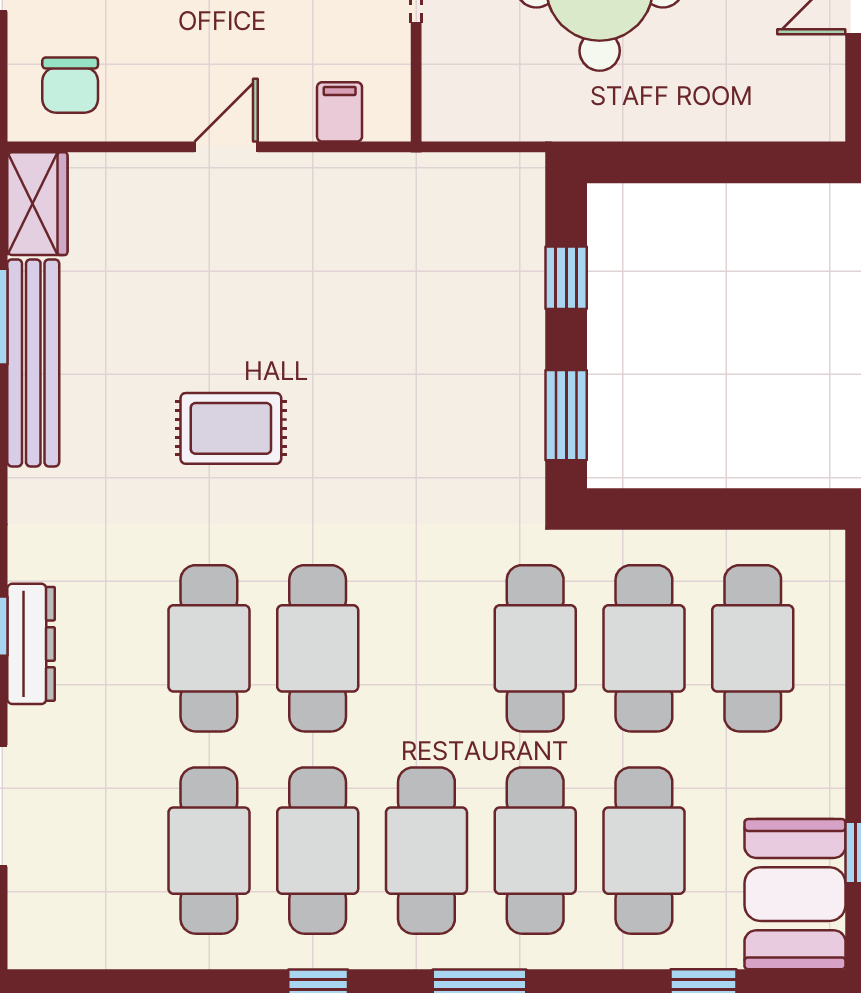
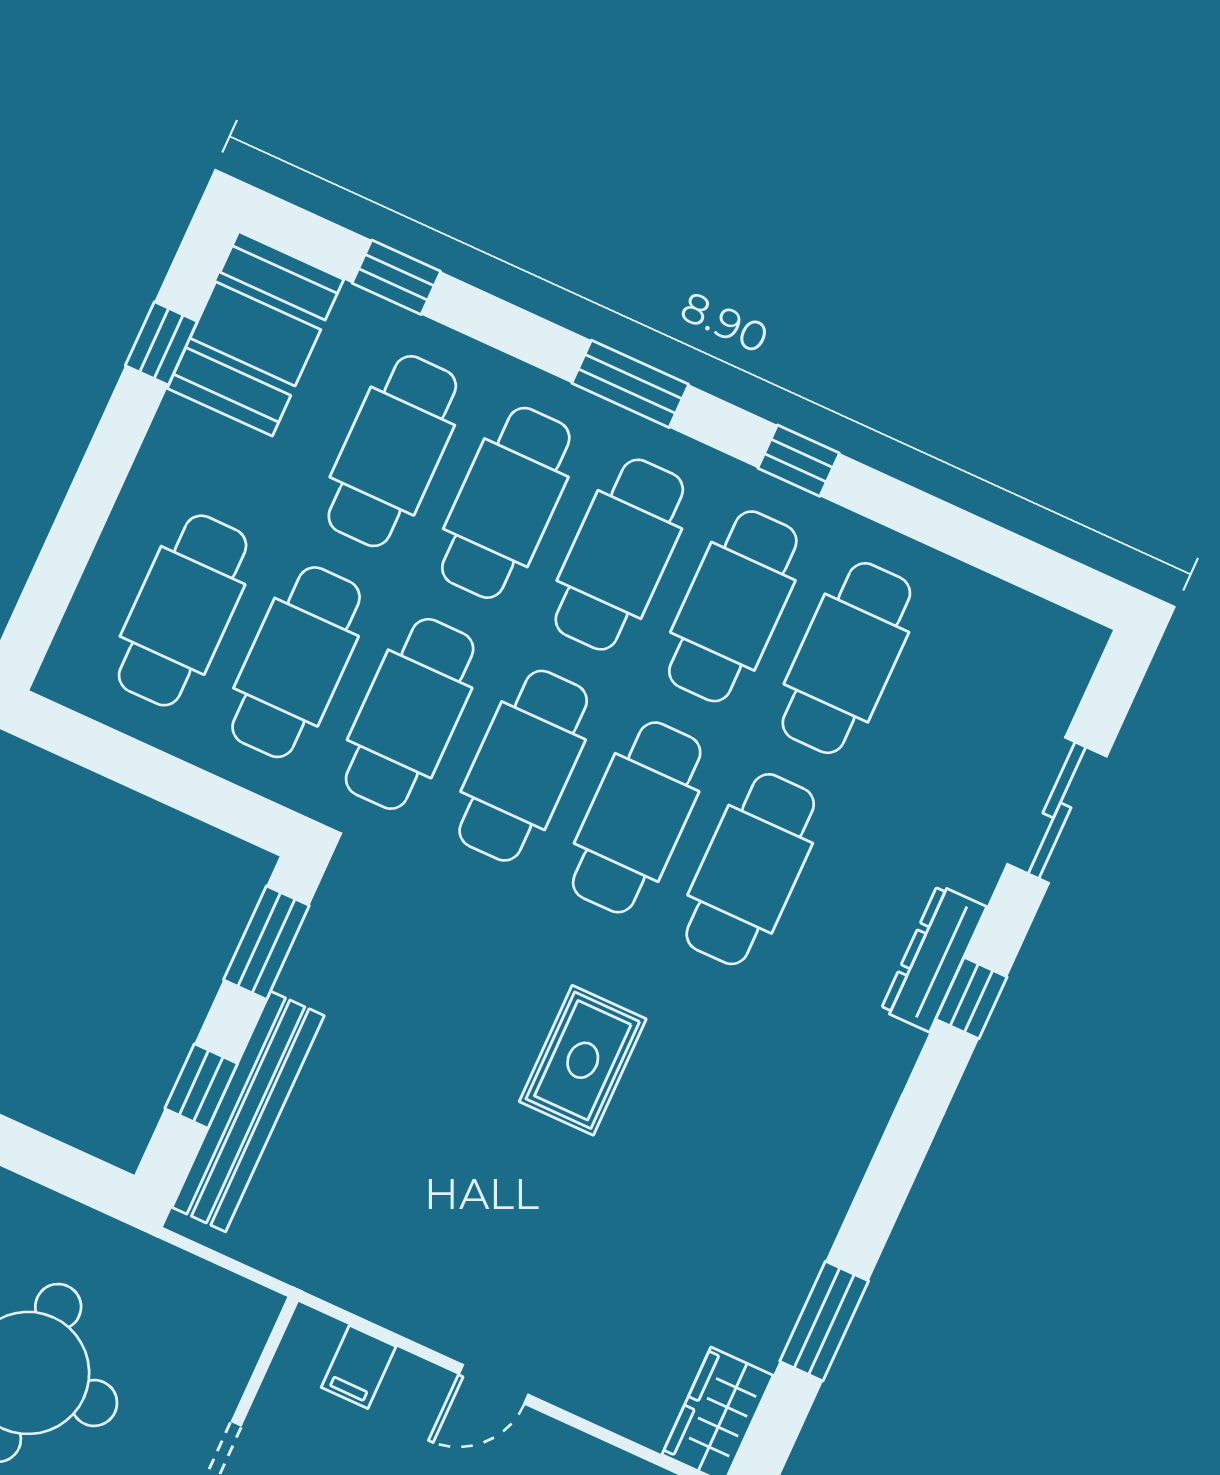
bench: (33, 363) -> (248, 1111), moved
rug: (231, 428) -> (583, 1060), moved, turned 90
cafe table: (426, 648) -> (523, 766), added

